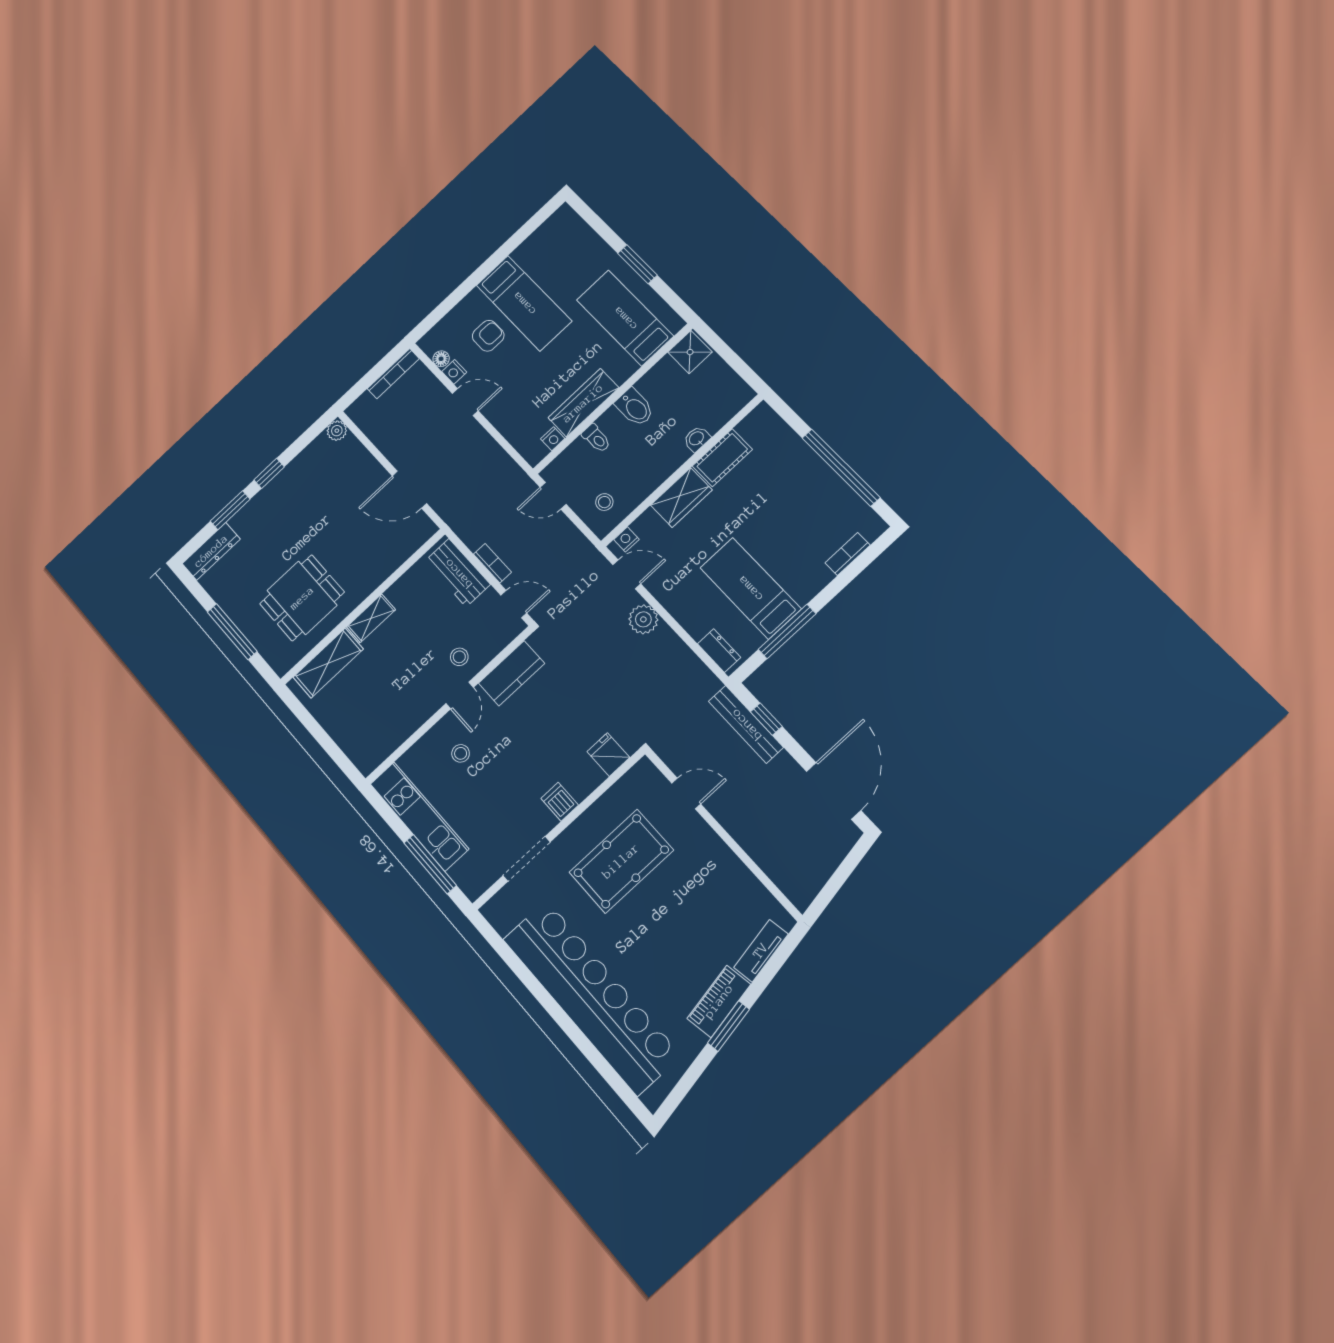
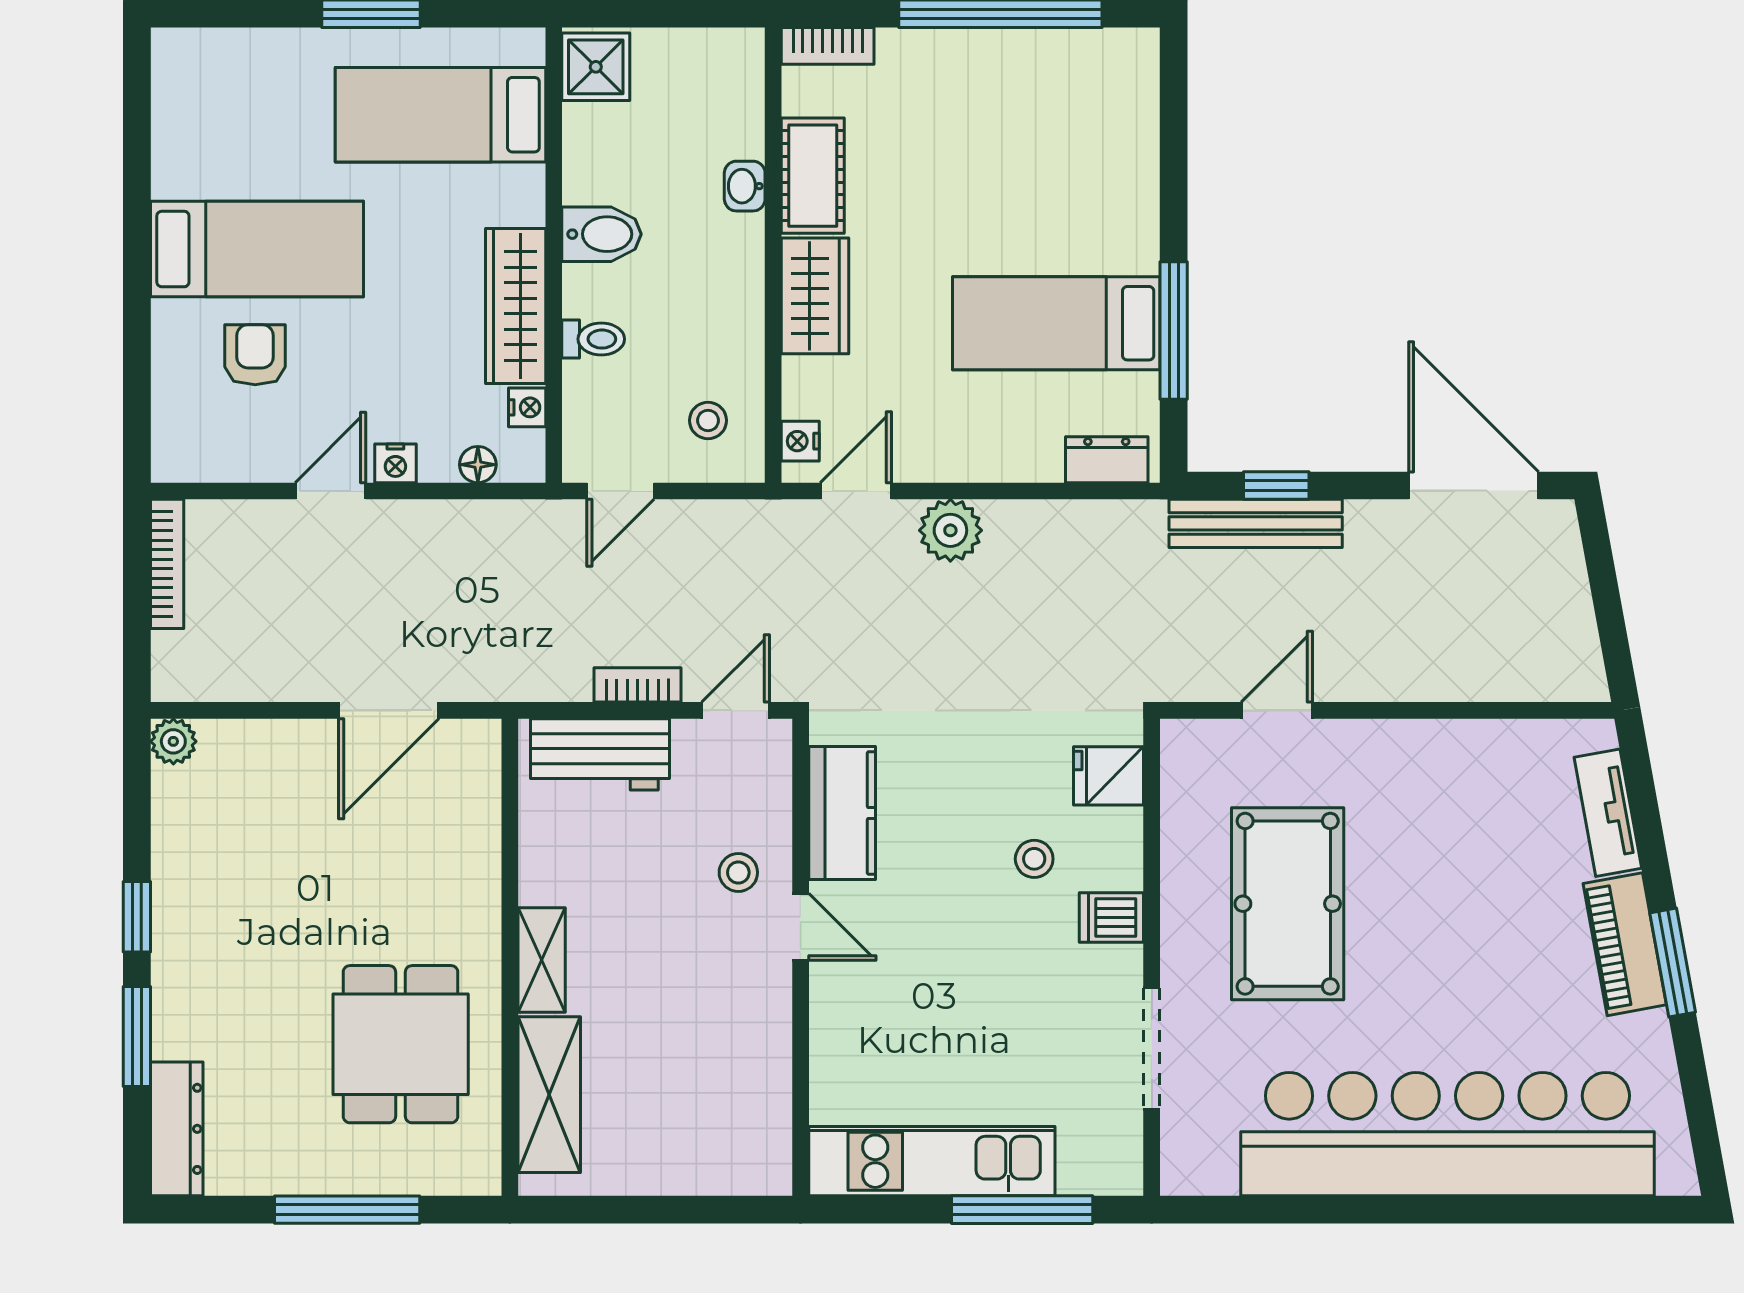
floor lamp: (441, 359) -> (478, 465), moved
nightstand: (454, 372) -> (395, 463), moved
bookcase: (848, 554) -> (828, 46), moved, turned -90
stool: (461, 753) -> (1034, 859), moved

